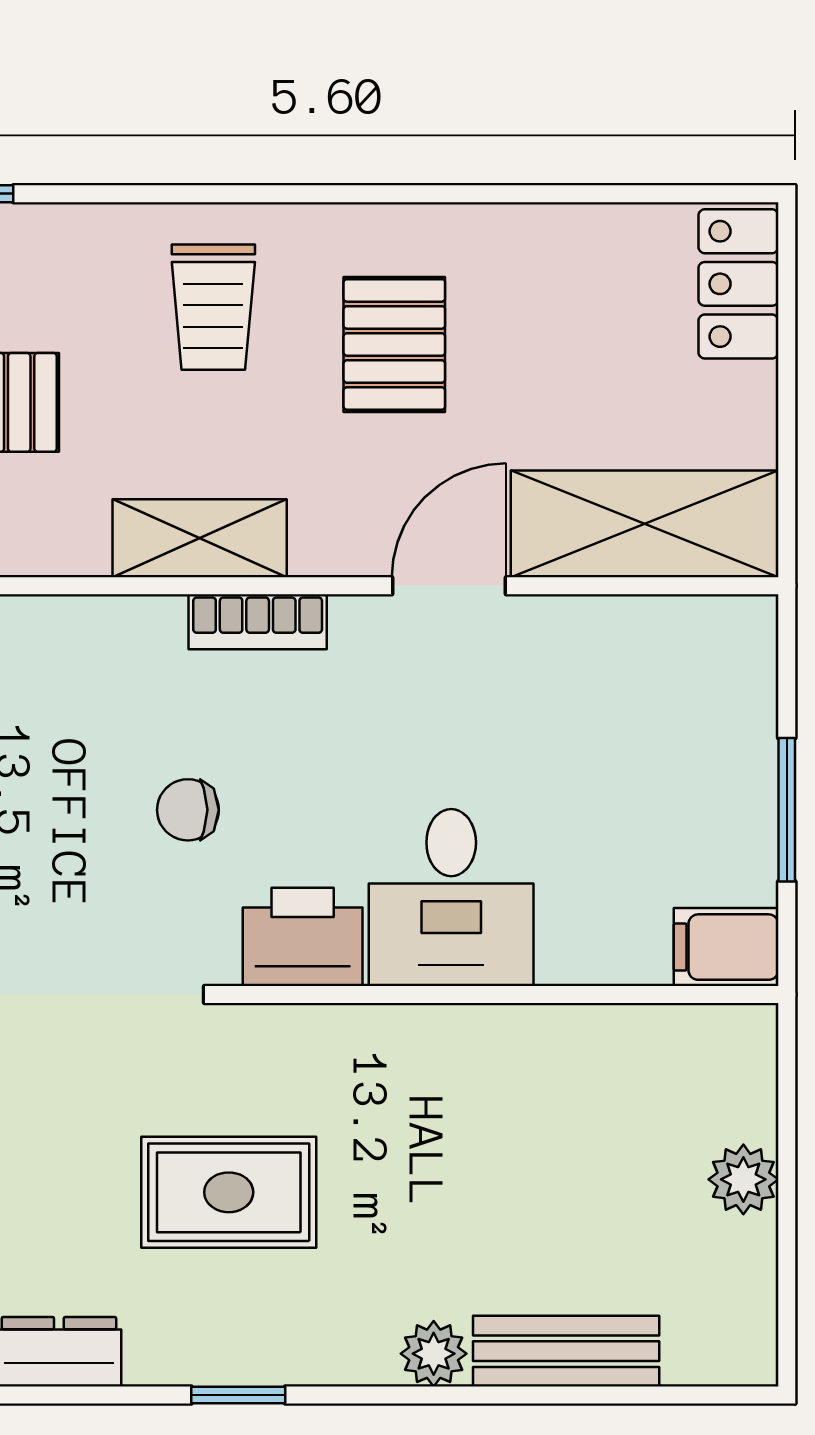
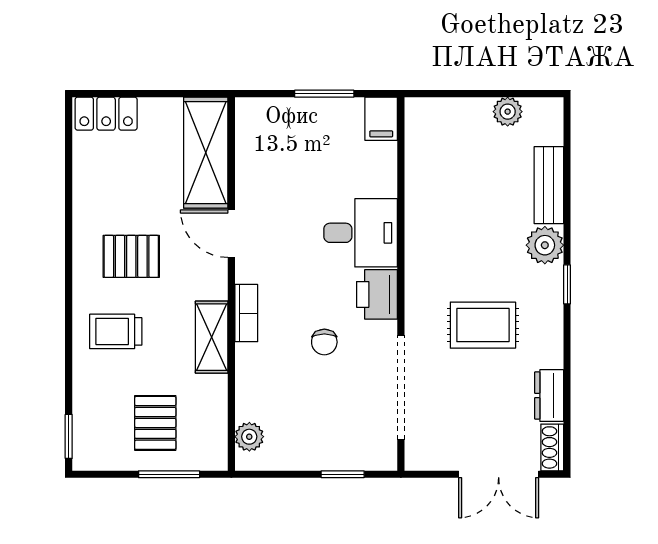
trolley: (213, 307) -> (116, 331), turned 180
plant: (743, 1179) -> (508, 112), moved
rug: (229, 1192) -> (483, 325), turned 90
plant: (434, 1354) -> (545, 245), width x1.38, depth x1.38
window: (238, 1395) -> (567, 284), moved

